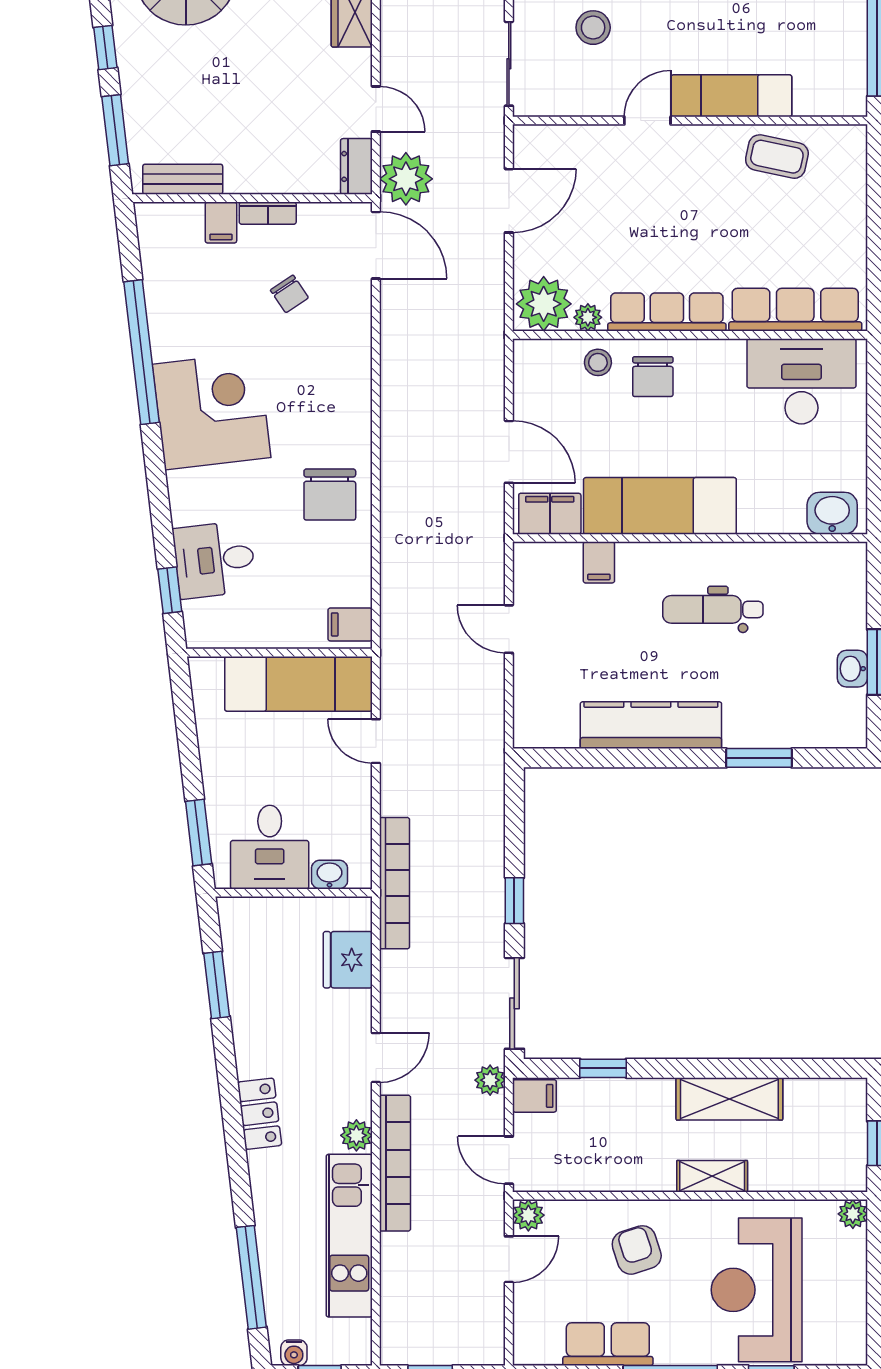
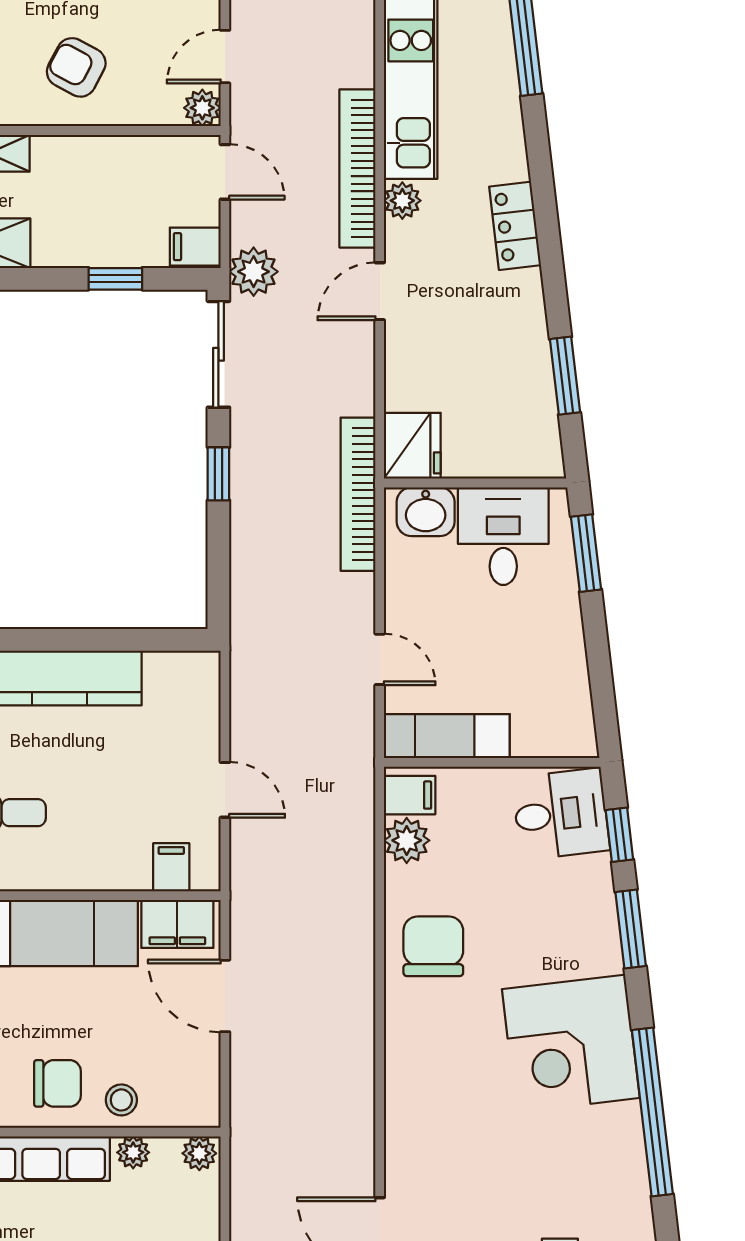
chair: (289, 294) -> (480, 1180), removed
plant: (544, 304) -> (199, 1153), width x0.53, depth x0.53
chair: (653, 377) -> (57, 1083), turned 90
window: (160, 509) -> (631, 929), added
desk: (214, 560) -> (561, 814), moved
filing cabinet: (599, 562) -> (171, 867), moved
plant: (353, 585) -> (407, 840), added
exam couch: (299, 684) -> (447, 736), width x0.73, depth x0.69
washbasin: (330, 875) -> (426, 512), width x1.38, depth x1.45
fridge: (348, 960) -> (412, 446), moved
plant: (490, 1080) -> (254, 272), width x1.38, depth x1.38
armchair: (637, 1250) -> (76, 67), turned 136

